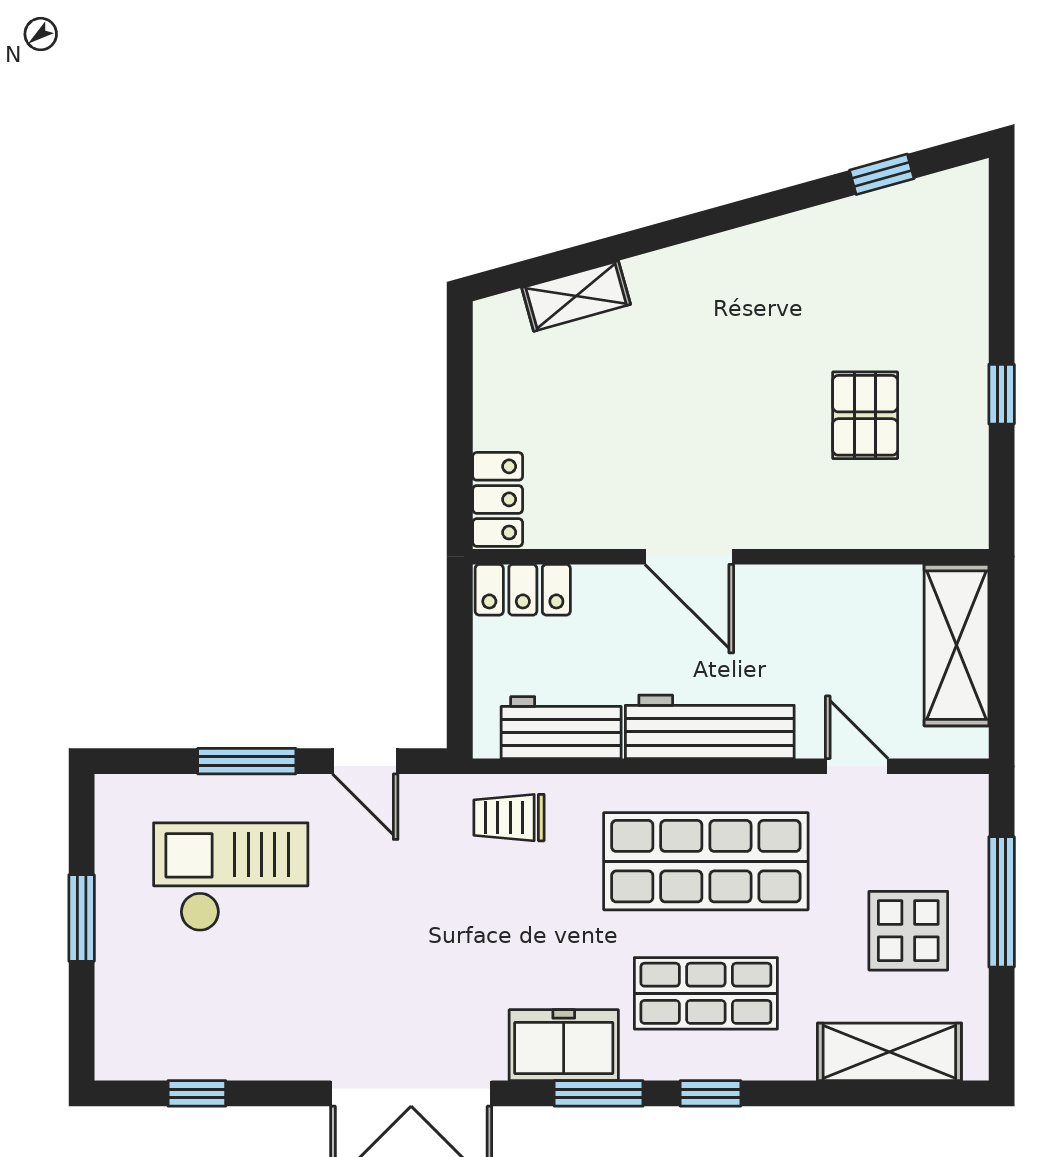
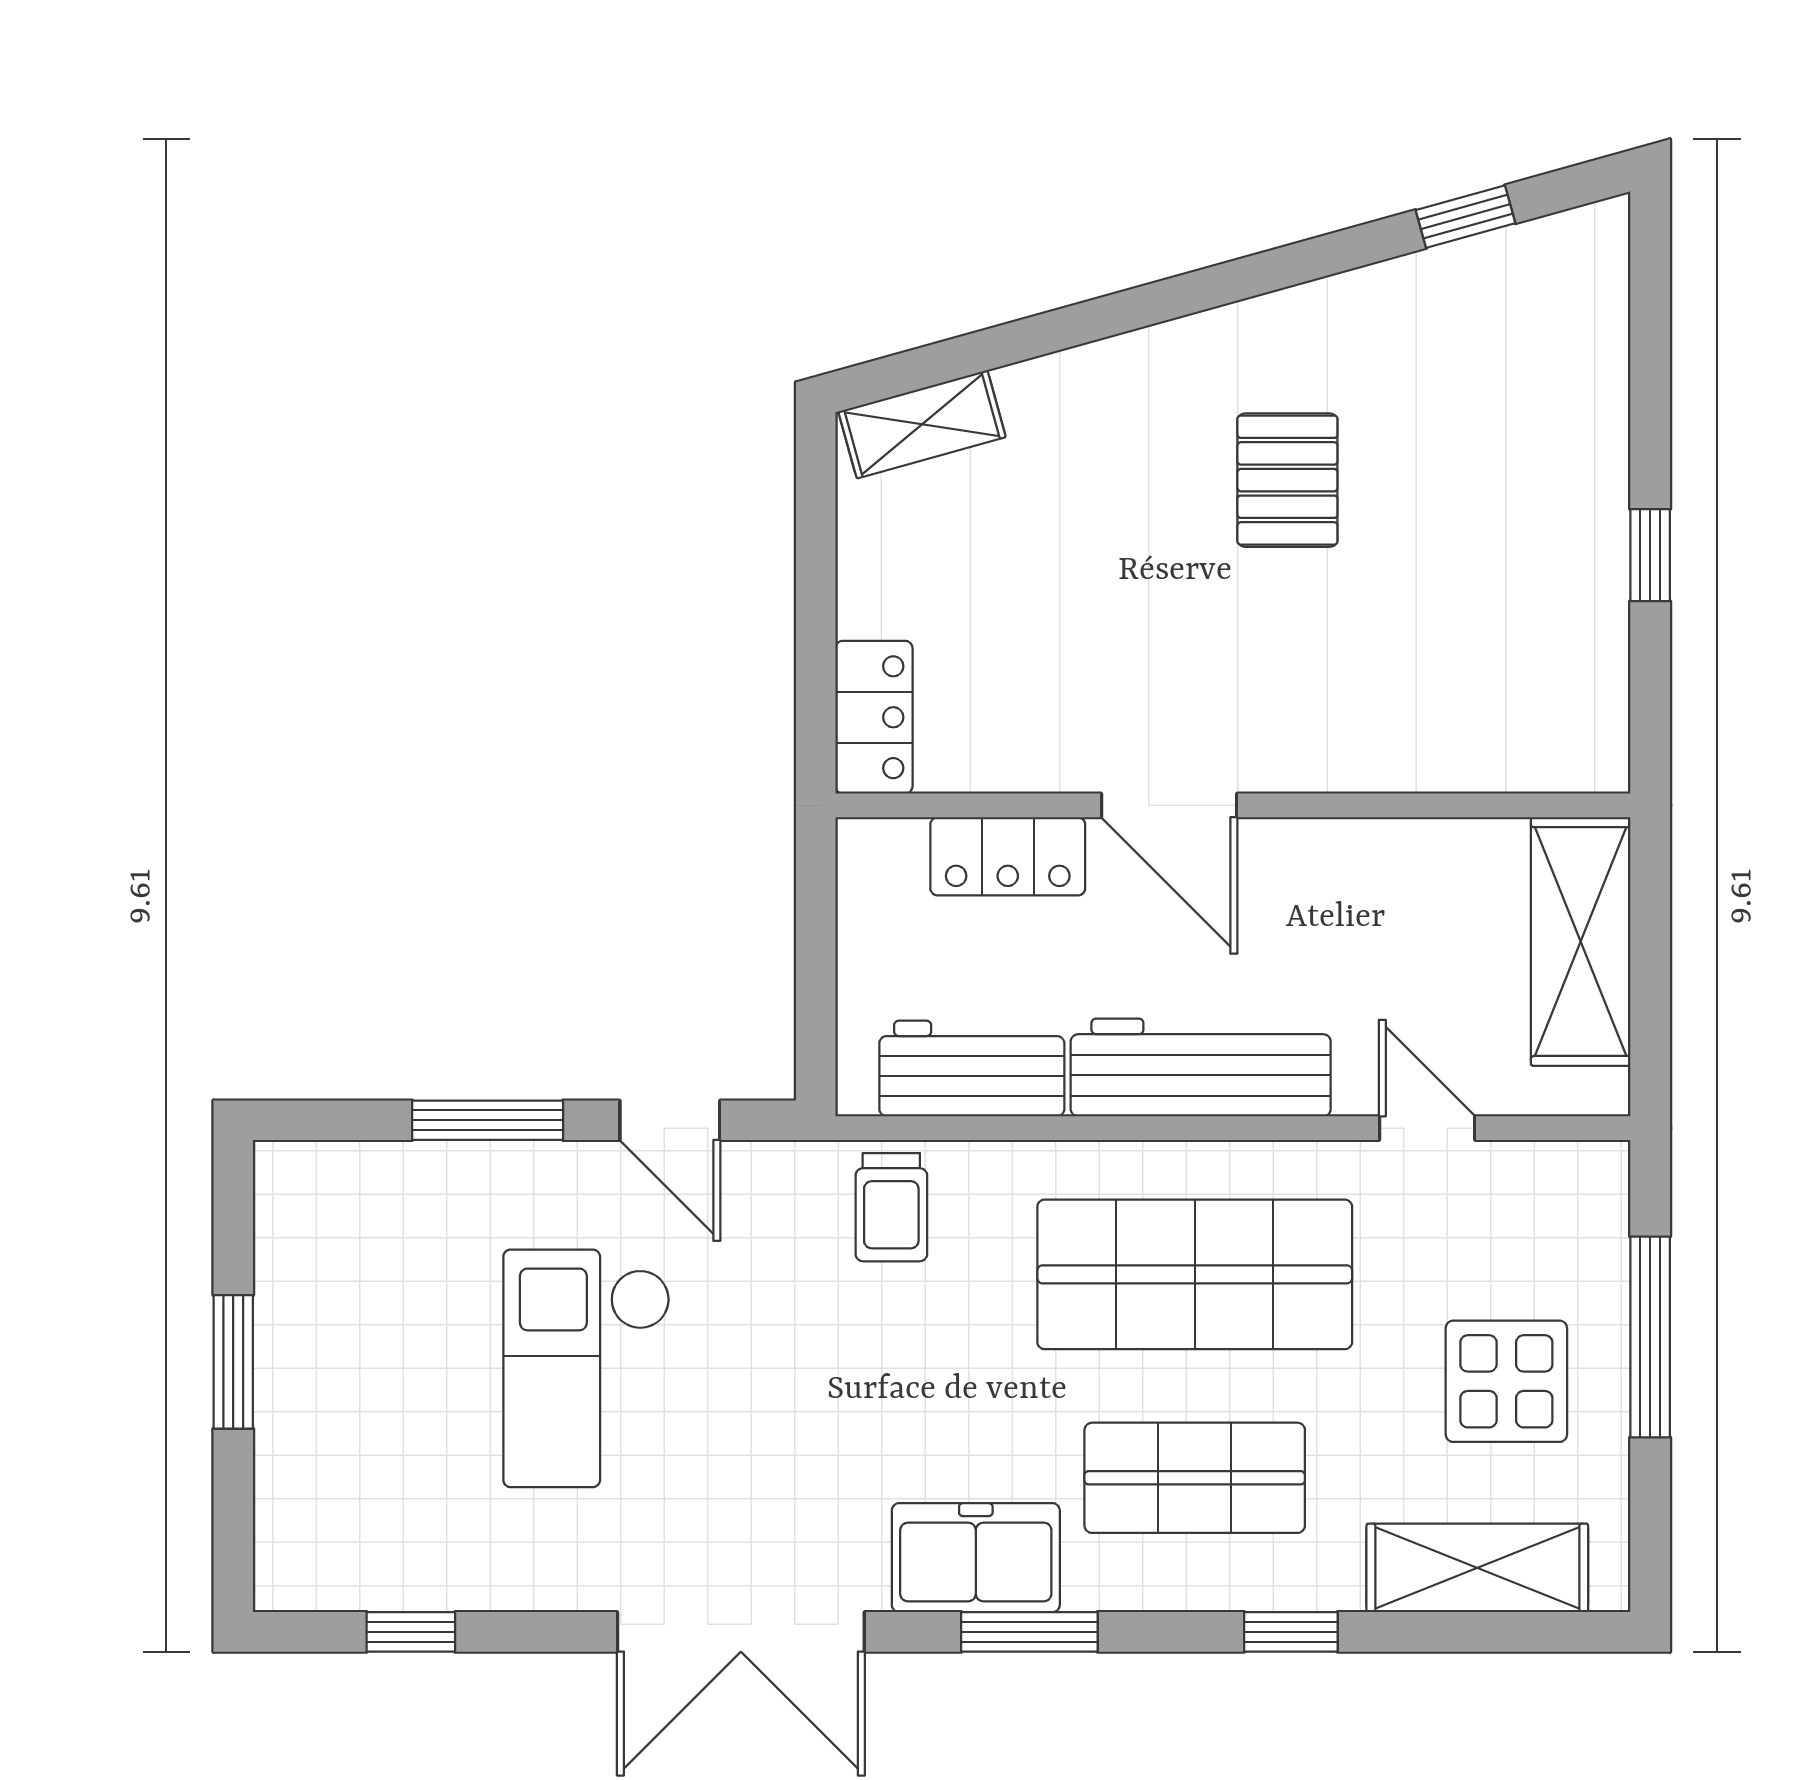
shelving: (576, 296) -> (922, 424), moved
pallet: (865, 415) -> (1287, 480), moved
locker: (523, 590) -> (1008, 856), moved
trolley: (509, 818) -> (891, 1207), turned -90
checkout: (231, 877) -> (587, 1368), moved, turned -90
window: (711, 1093) -> (1291, 1632), moved

